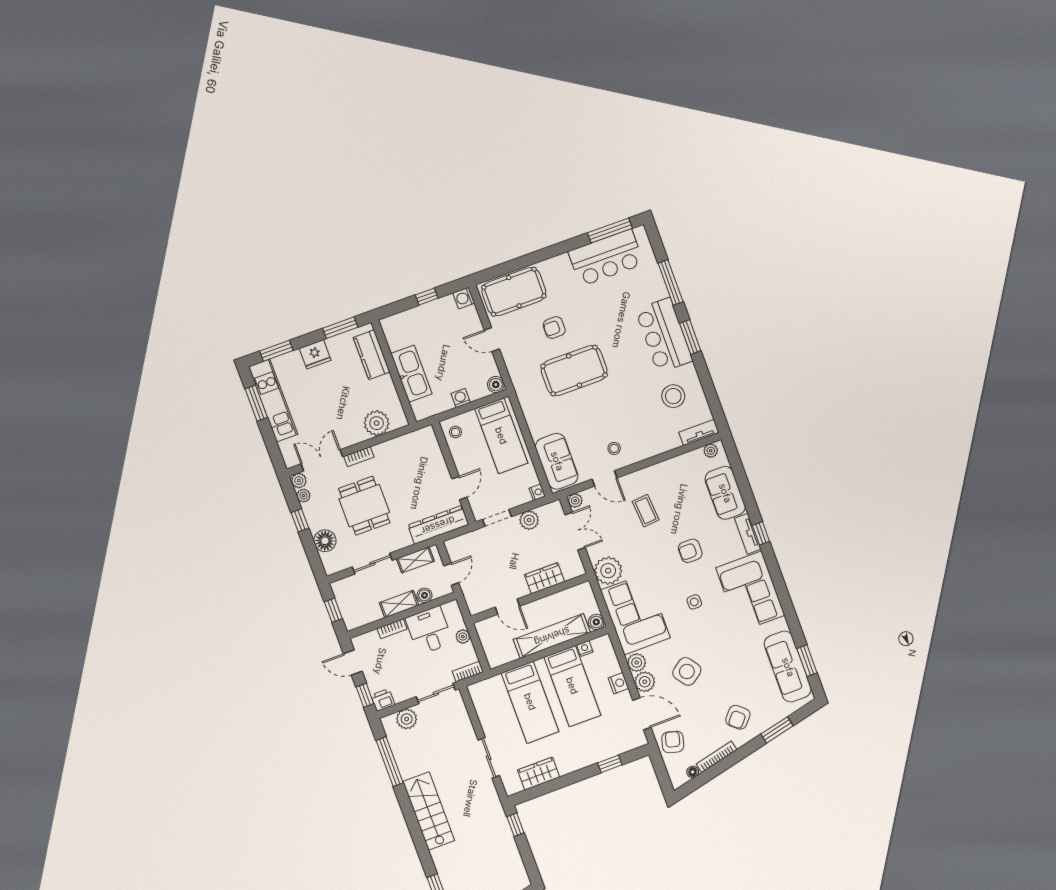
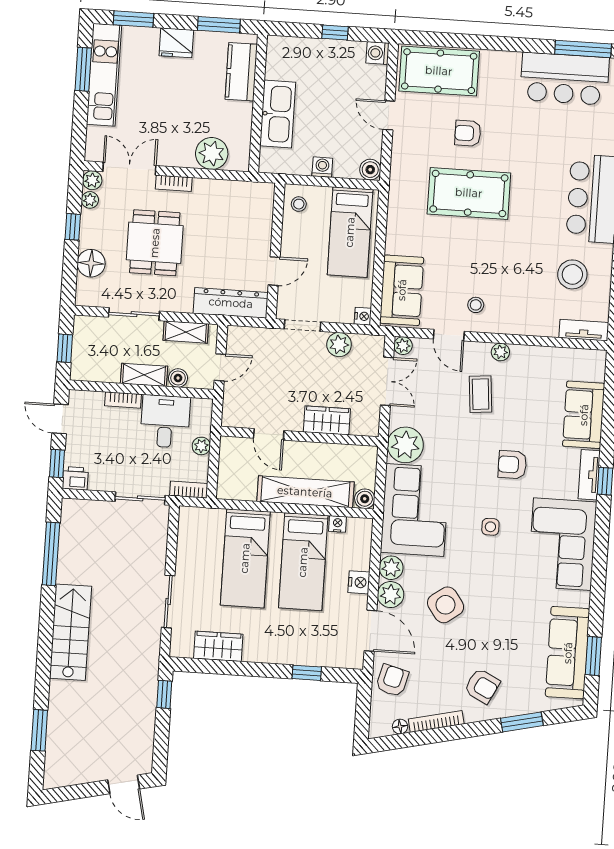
plant: (711, 451) -> (500, 352), moved
armchair: (738, 717) -> (482, 686), turned -104
plant: (407, 719) -> (93, 513), removed

